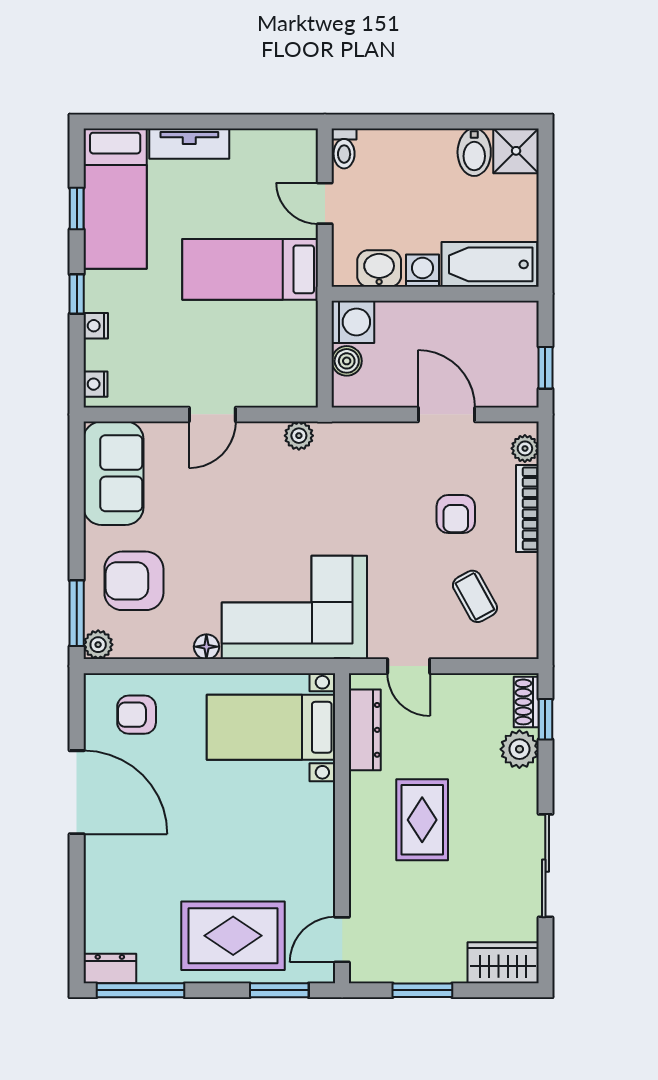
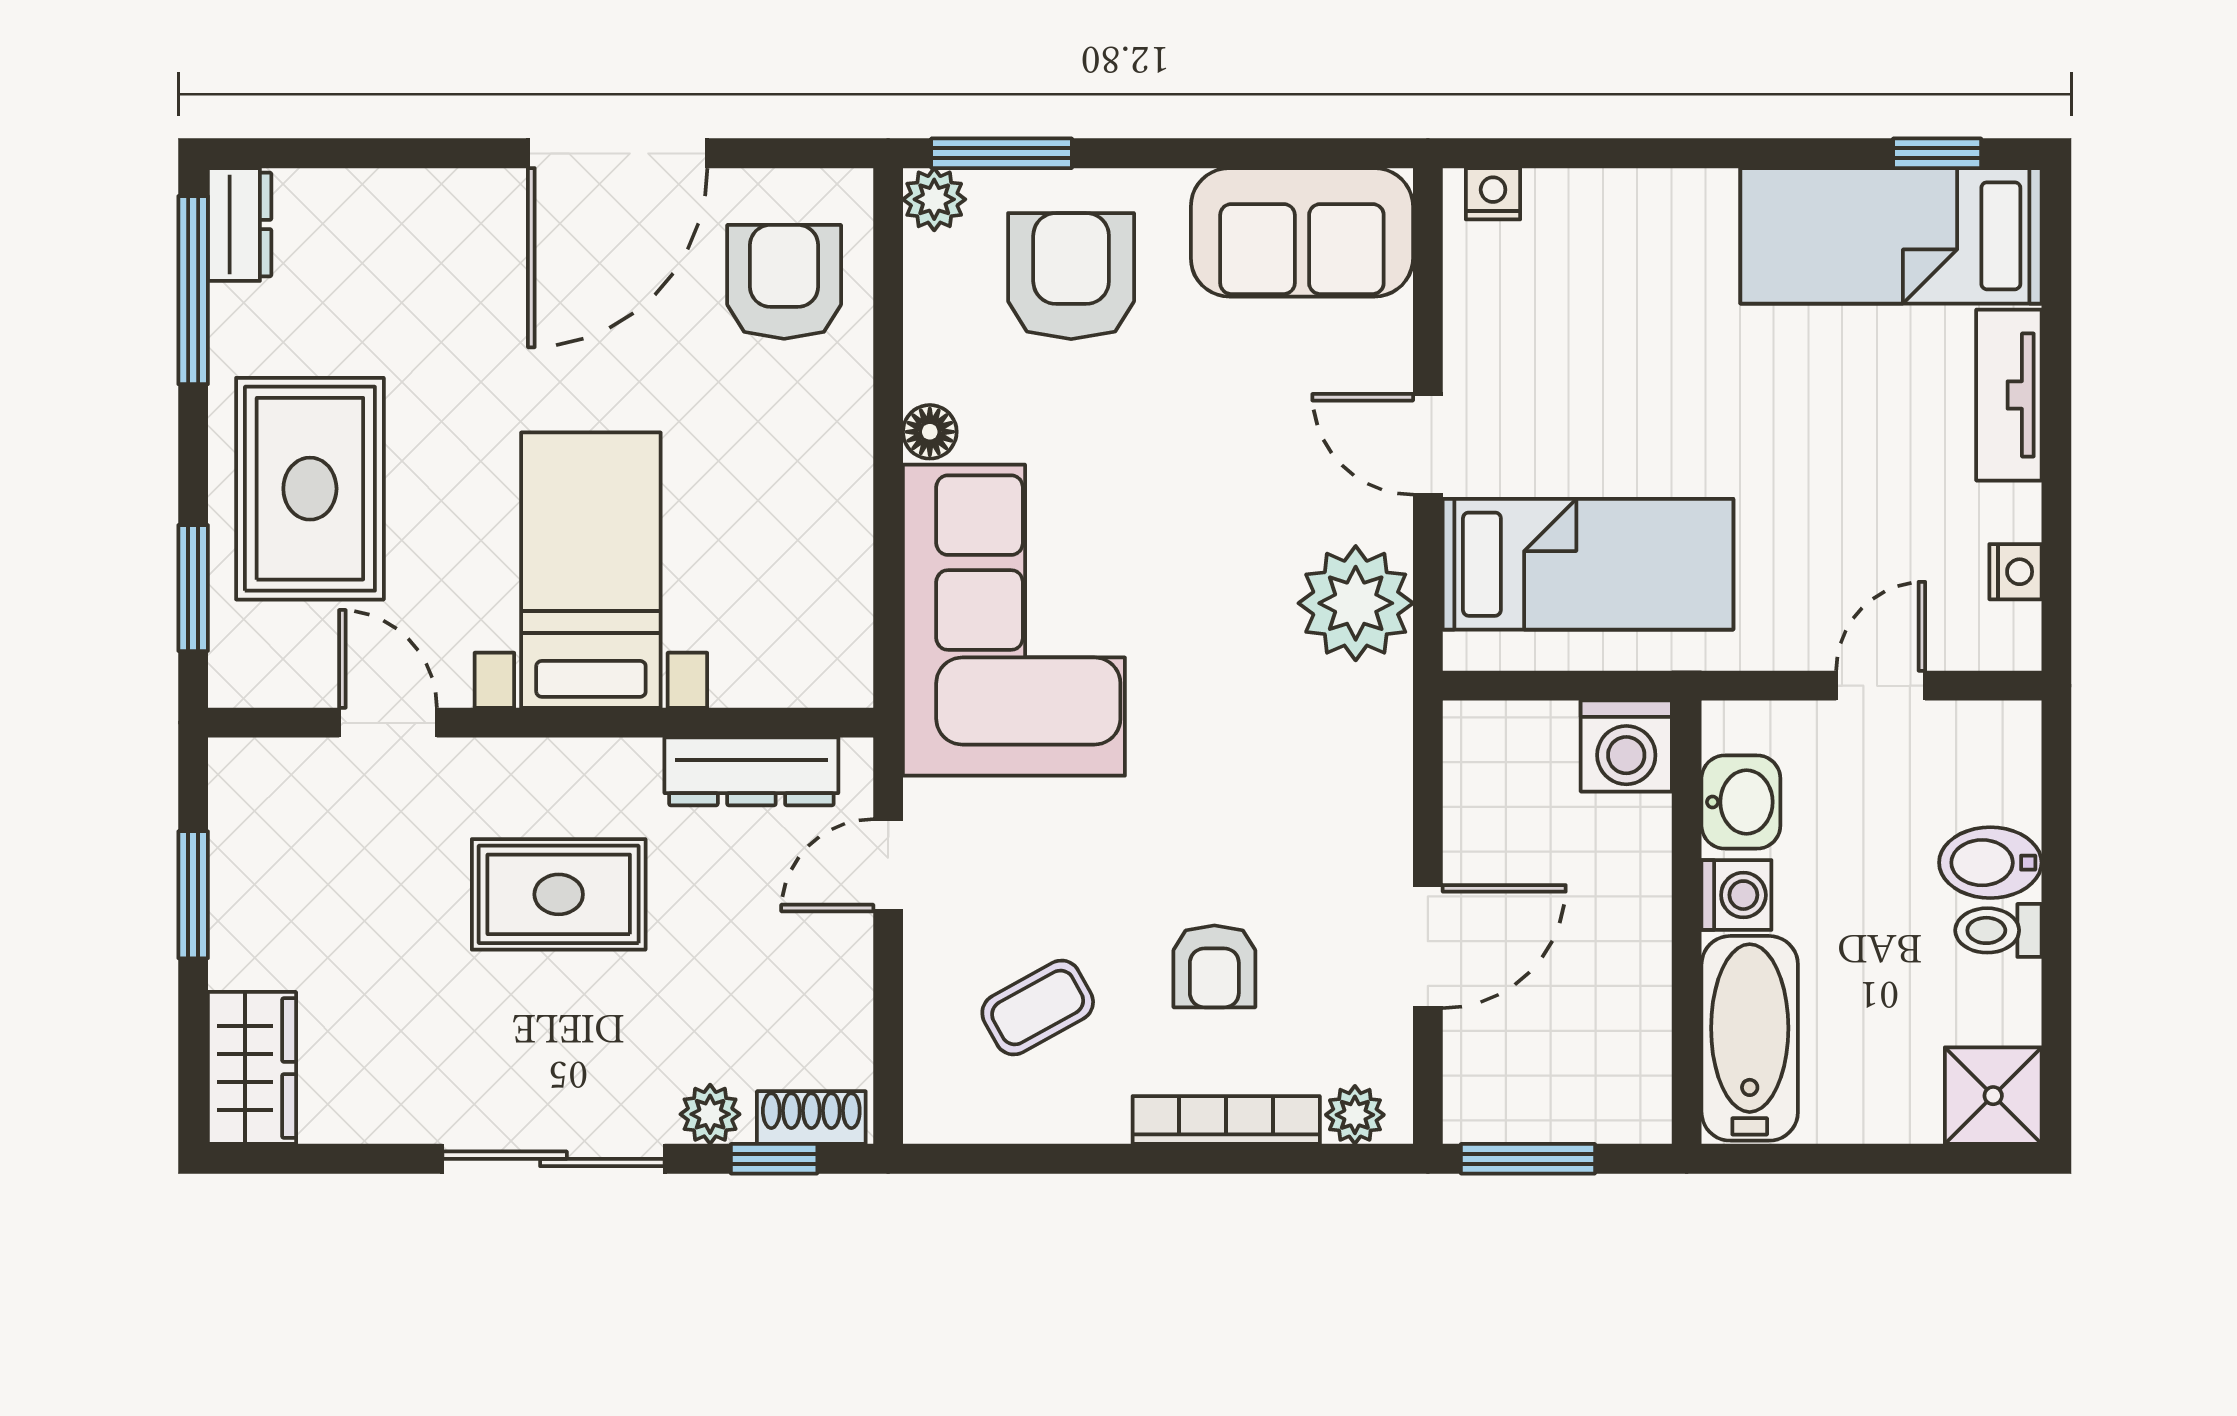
toilet: (344, 148) -> (1998, 930), moved
bidet: (474, 152) -> (1990, 863), moved
window: (77, 208) -> (1937, 153), moved
bed: (250, 269) -> (1588, 564), moved, turned 90
window: (77, 294) -> (1686, 153), removed
nightstand: (96, 326) -> (2015, 572), moved, turned 90
boiler: (347, 361) -> (1543, 732), removed
window: (545, 368) -> (1528, 1159), width x1.50
plant: (299, 436) -> (1356, 603), width x1.87, depth x1.87
armchair: (456, 514) -> (1214, 966), turned -90
armchair: (137, 715) -> (784, 282), width x1.38, depth x1.38
bed with nightstands: (271, 727) -> (591, 570), moved
plant: (519, 749) -> (710, 1114), width x0.73, depth x0.73
sliding door: (545, 866) -> (553, 1159), moved
door: (342, 940) -> (388, 723), moved

